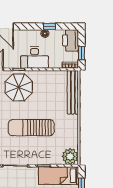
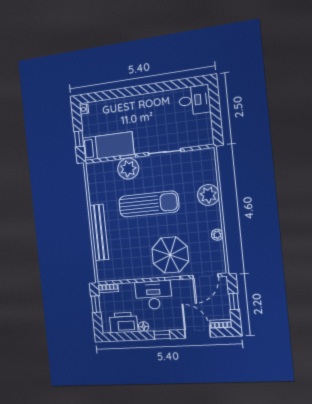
window: (49, 26) -> (162, 335), moved
printer: (71, 40) -> (124, 323), moved, turned -90
bench: (73, 92) -> (99, 232), moved
plant: (70, 156) -> (128, 169), moved

